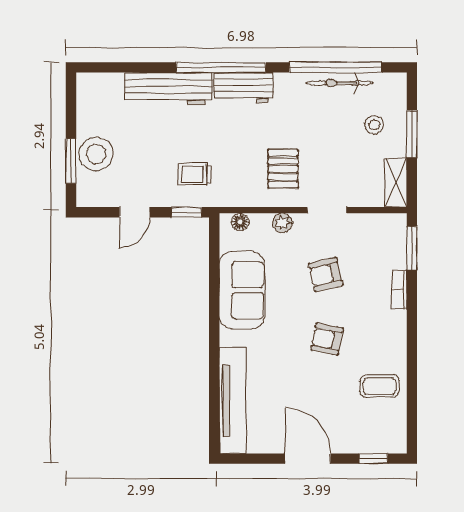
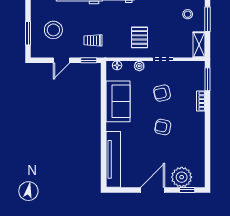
stool: (96, 154) -> (53, 30), moved
coffee table: (379, 386) -> (190, 152), removed
plant: (363, 434) -> (182, 177), added
door: (308, 459) -> (153, 190), hinge flipped

